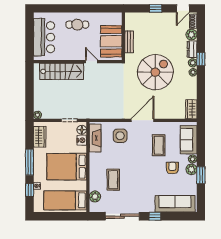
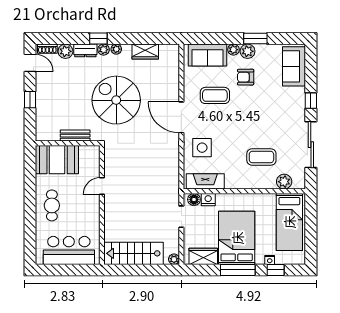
booth: (111, 41) -> (57, 160), moved
stairs: (62, 71) -> (134, 253), moved, turned -90
wardrobe: (191, 109) -> (145, 52), moved
bed: (67, 167) -> (237, 238), moved, turned 180
sofa: (175, 204) -> (294, 66), width x0.73

